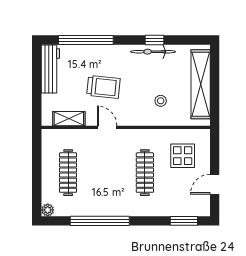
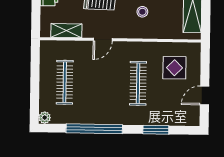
stool: (161, 101) -> (142, 12), moved
door: (107, 127) -> (103, 40), swing flipped
window: (184, 221) -> (156, 130), moved

